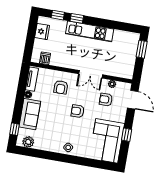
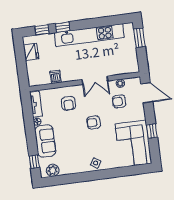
kitchen unit: (90, 31) -> (89, 35), width x1.36
dishwasher: (45, 58) -> (56, 77), moved

